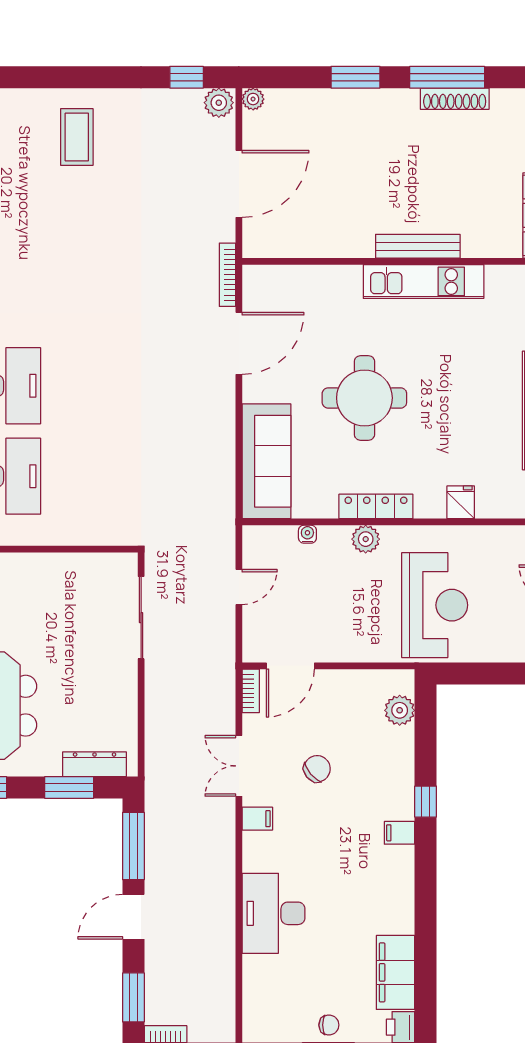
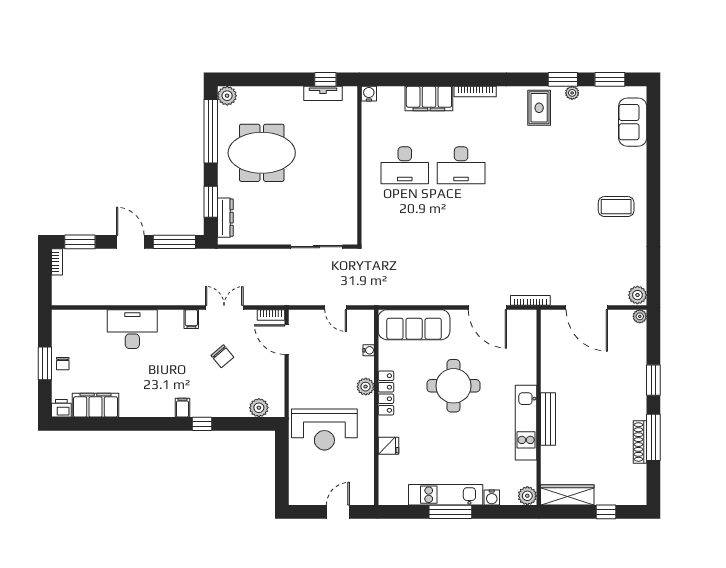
window: (187, 77) -> (653, 275), removed

